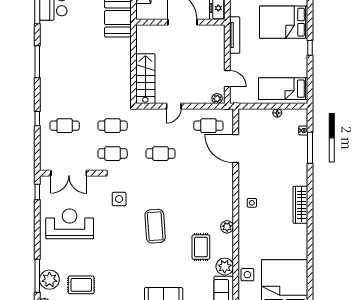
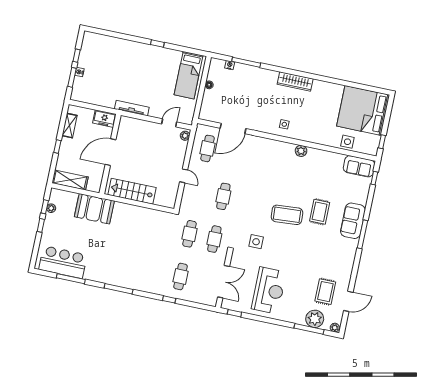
bed: (284, 22) -> (129, 62), removed
stairs: (145, 79) -> (132, 191), moved
reception desk: (70, 224) -> (269, 290), turned 180
rug: (201, 247) -> (320, 212), moved, turned 90
plant: (225, 267) -> (336, 160), removed

